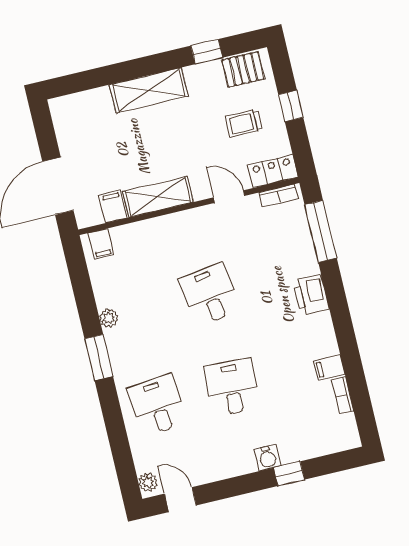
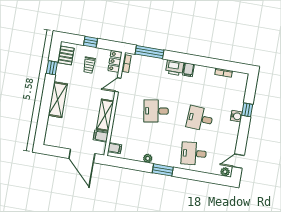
filing cabinet: (329, 368) -> (188, 70), moved

